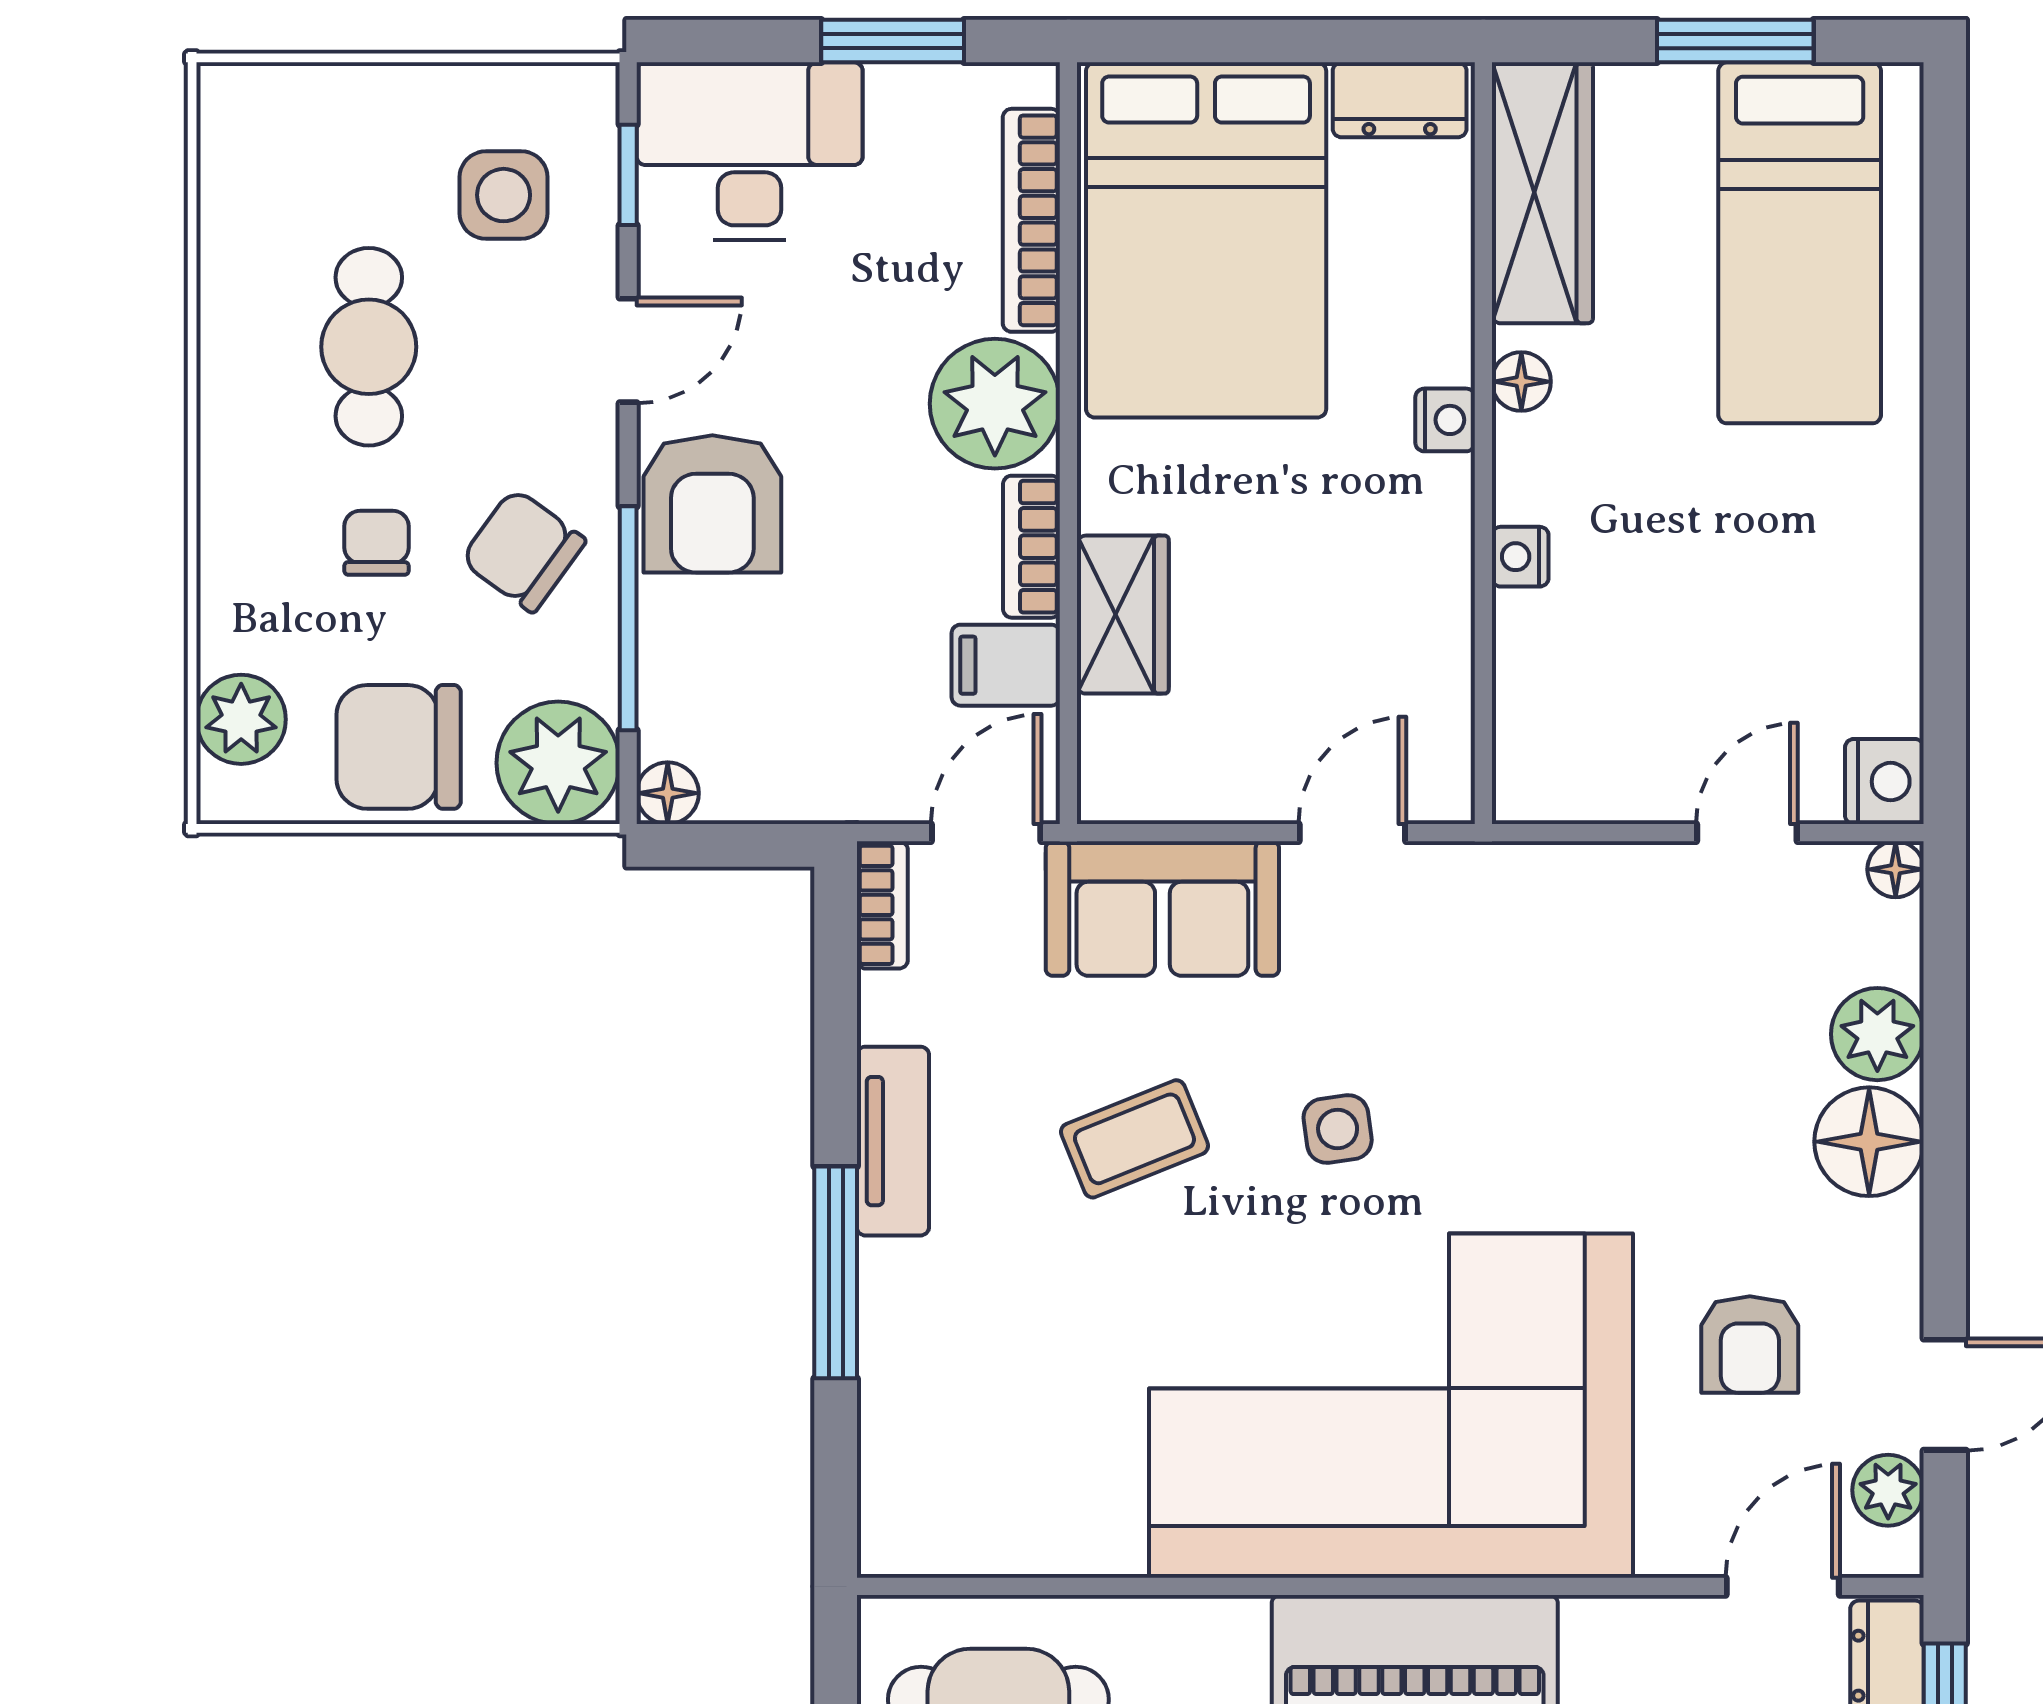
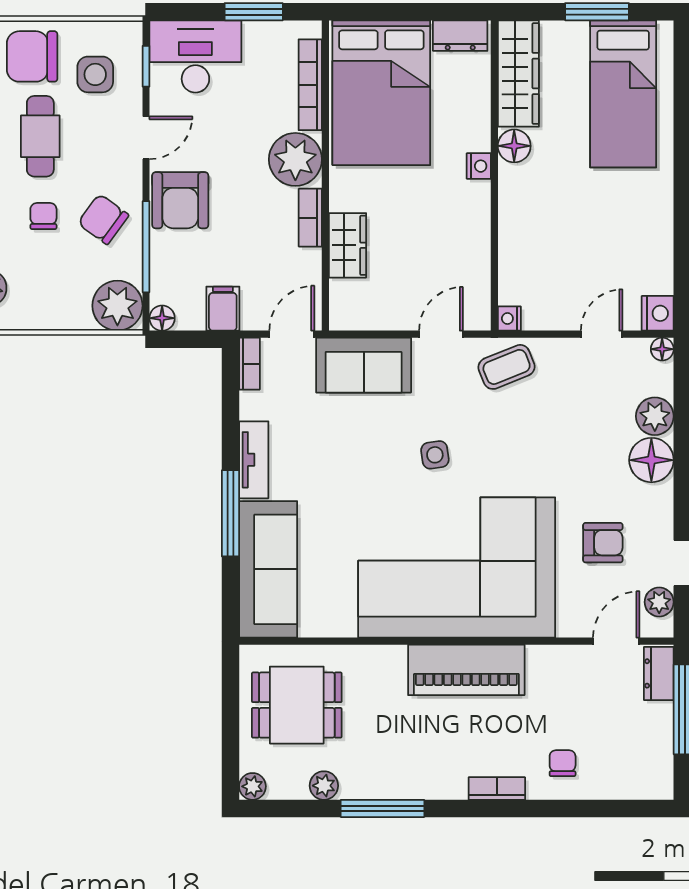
floor lamp: (1521, 382) -> (514, 146), width x1.37, depth x1.37
nightstand: (1520, 557) -> (509, 319), moved
filing cabinet: (1006, 665) -> (223, 309), moved, turned 90
chair: (399, 747) -> (32, 56), moved
coffee table: (1134, 1139) -> (507, 367), moved
armchair: (1750, 1345) -> (603, 543), turned -90
sofa: (928, 1410) -> (268, 569), added

